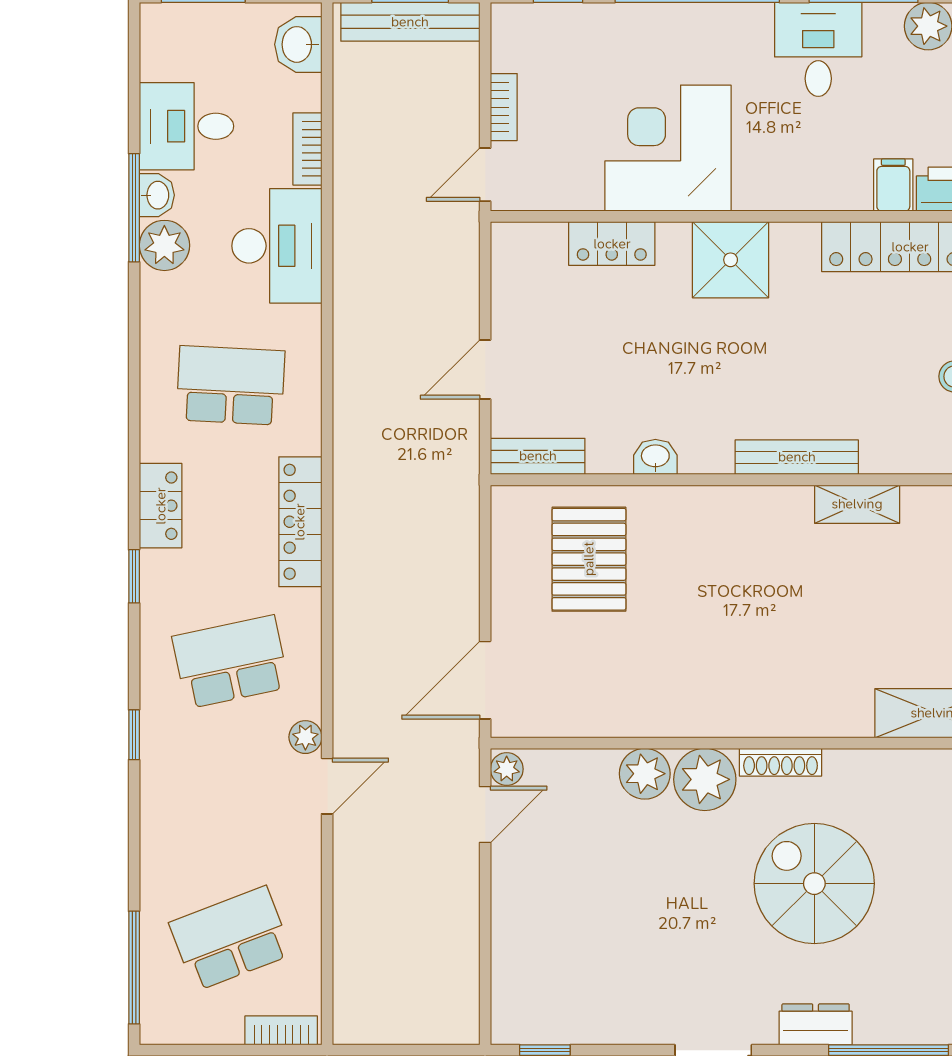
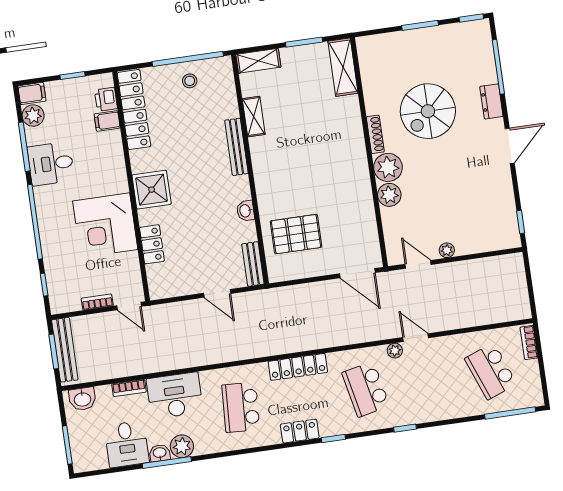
plant: (507, 769) -> (447, 250), moved

